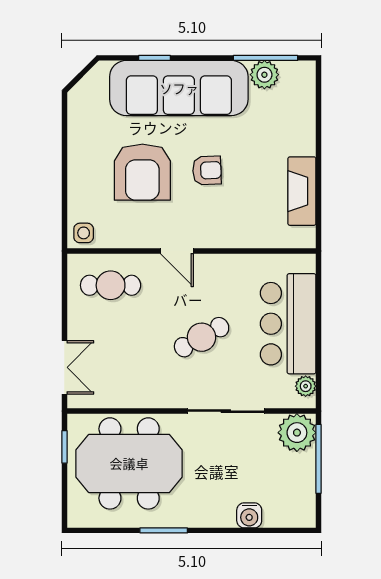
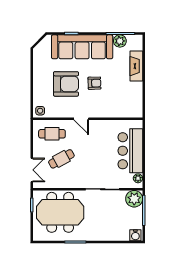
armchair: (142, 172) -> (66, 84), turned -90
fireplace: (302, 191) -> (136, 66), moved
cafe table: (202, 337) -> (61, 159), moved
water cooler: (249, 515) -> (135, 235), moved

